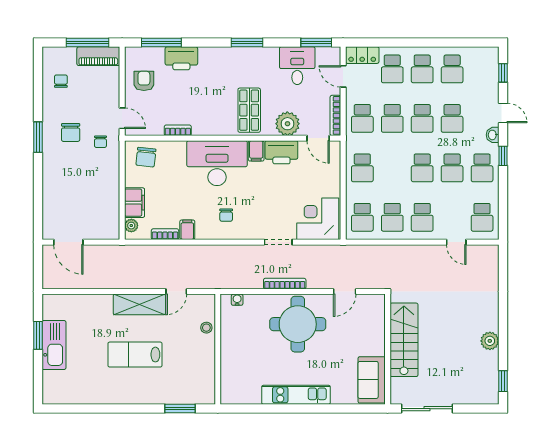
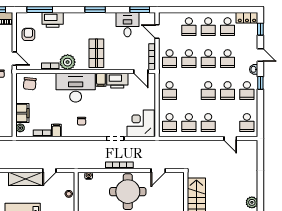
locker: (362, 55) -> (247, 18), moved
plant: (287, 124) -> (68, 62), moved

